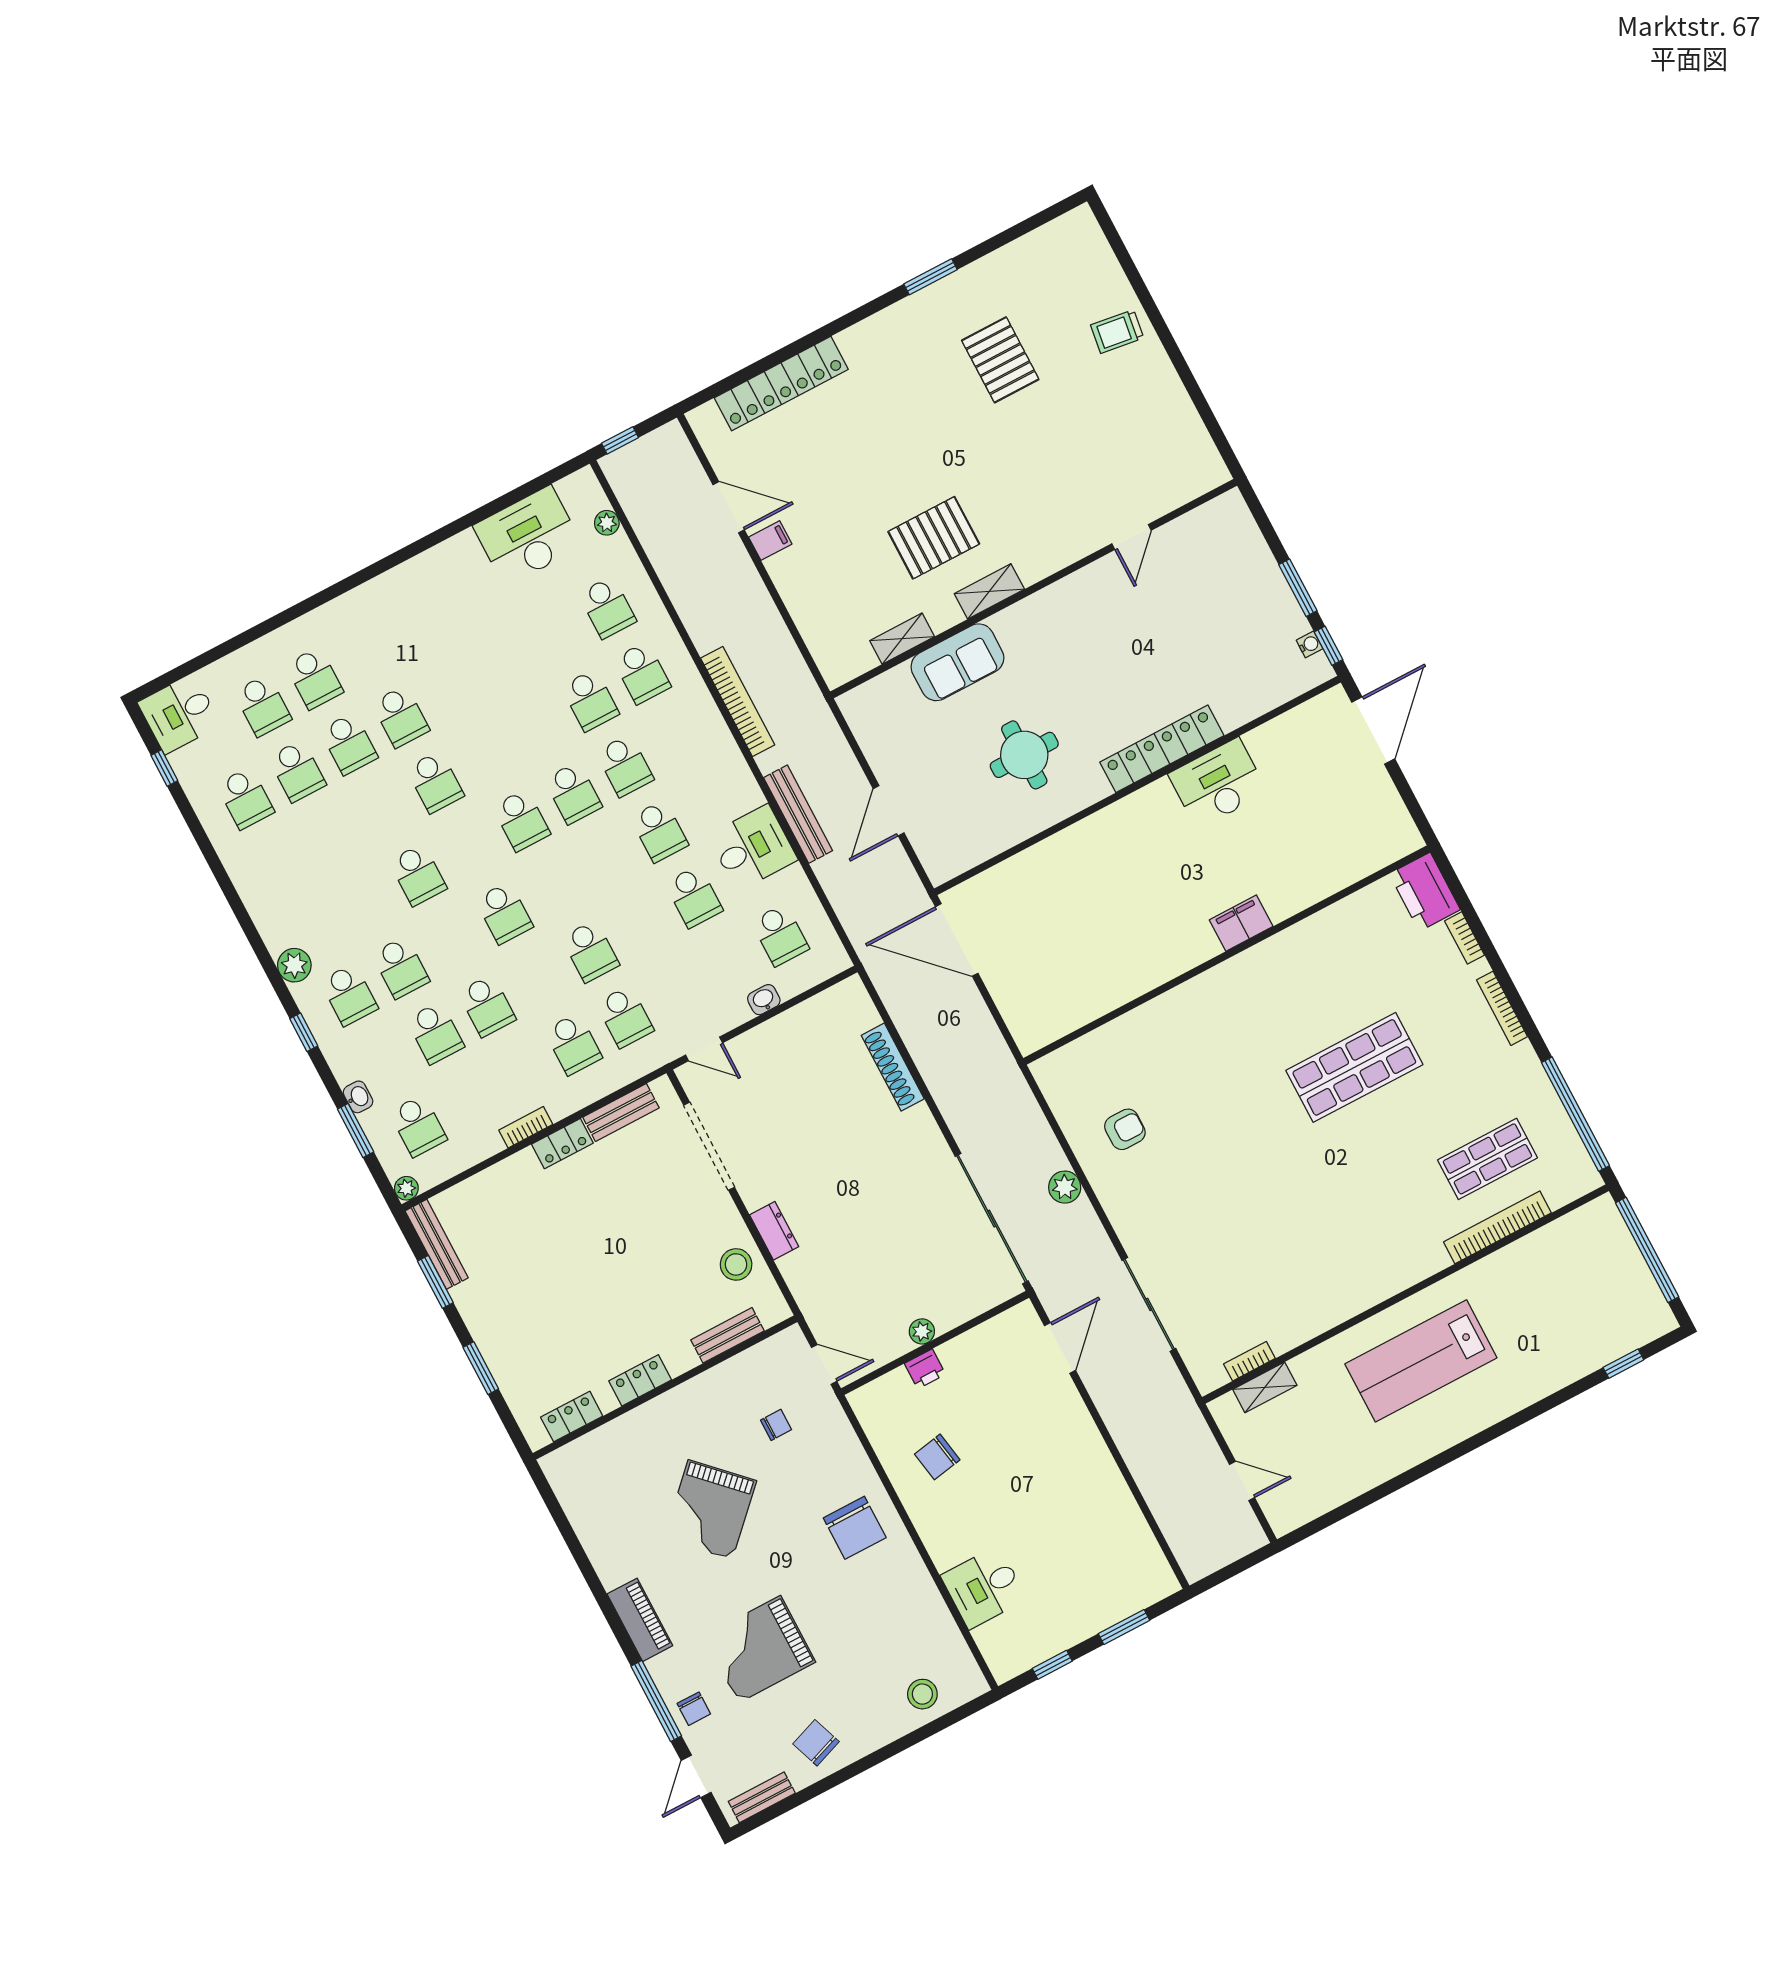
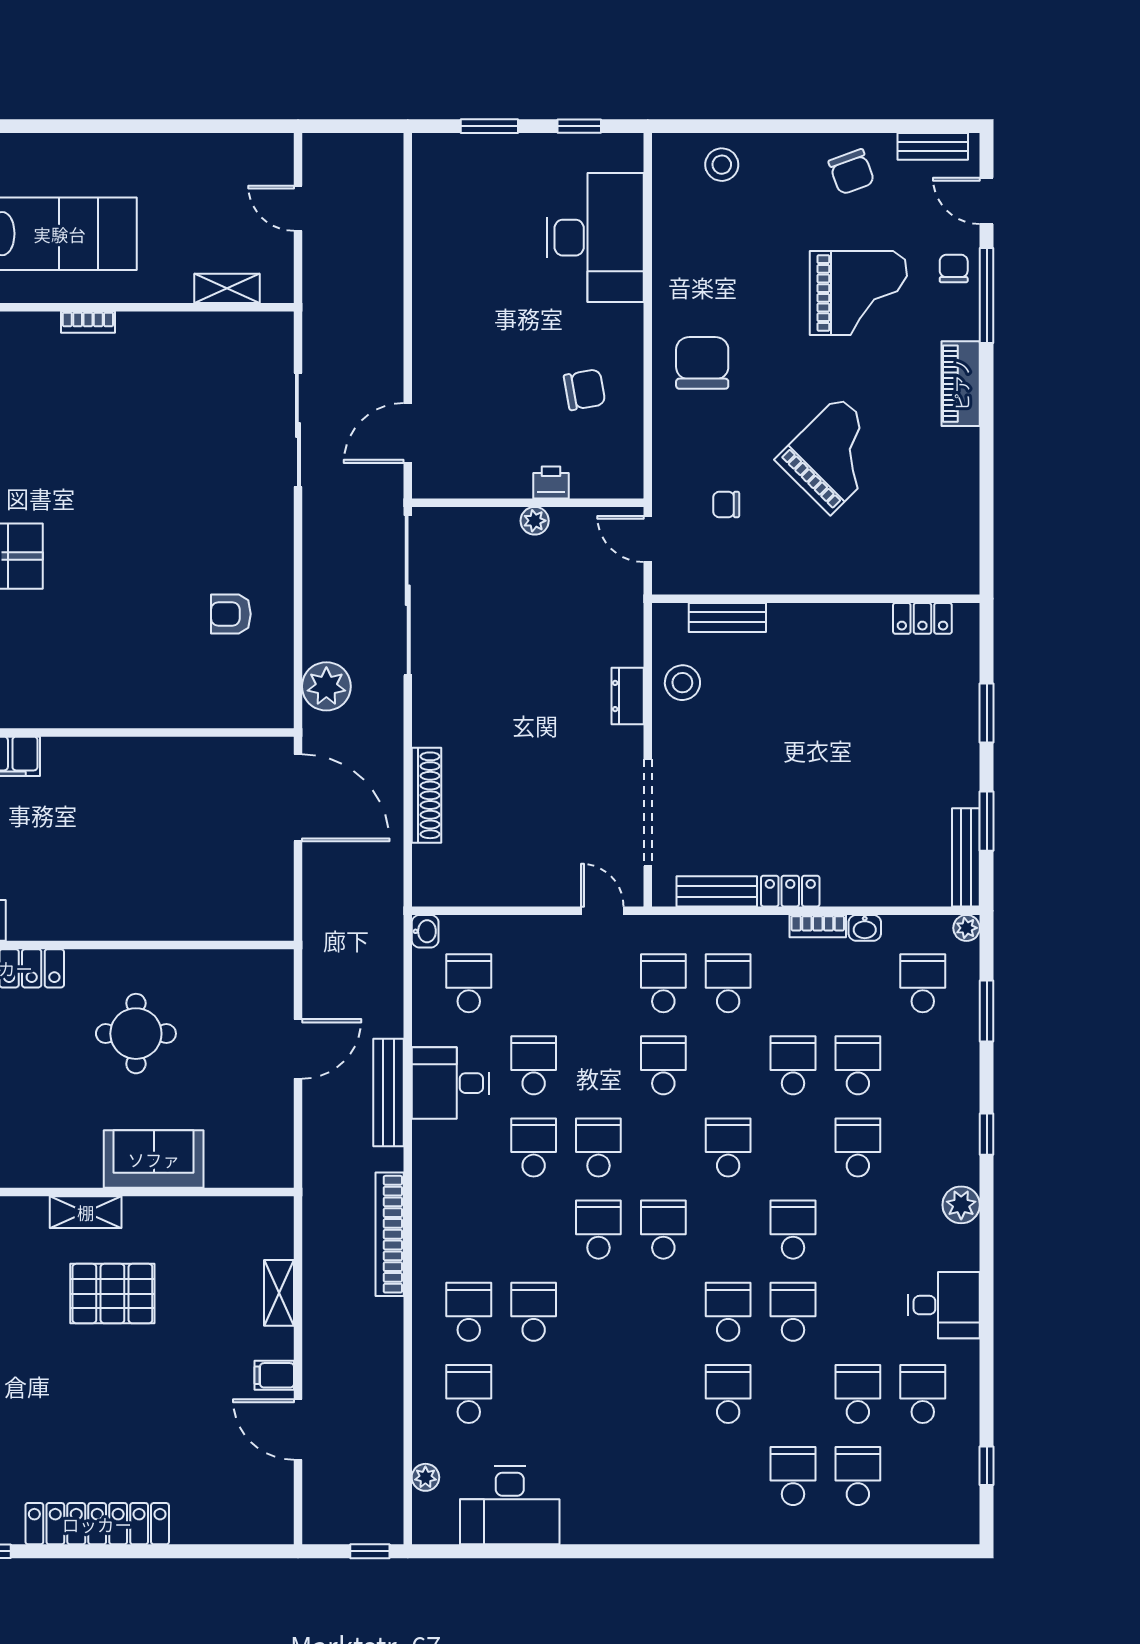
locker: (781, 384) -> (97, 1524), moved
shelving: (902, 639) -> (279, 1293), moved, turned 90
desk: (179, 714) -> (944, 1305), moved
school desk: (349, 744) -> (793, 1312), moved
school desk: (625, 766) -> (598, 1147), moved
door: (957, 940) -> (298, 798), moved
school desk: (349, 995) -> (923, 1147), removed
washbasin: (764, 1000) -> (425, 931), moved, turned -90
washbasin: (358, 1097) -> (865, 928), moved, turned -90
plant: (1065, 1187) -> (326, 686), moved, width x1.36, depth x1.36
bookcase: (1249, 1361) -> (88, 322), moved
locker: (640, 1380) -> (836, 619), removed
desk: (984, 1587) -> (595, 238), width x1.87, depth x1.30
door: (696, 1776) -> (987, 201), swing flipped

